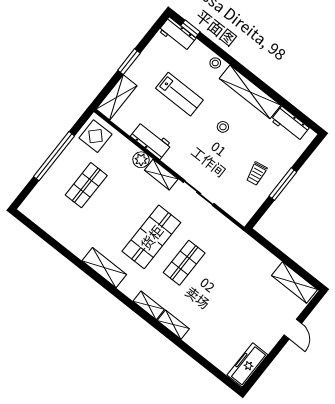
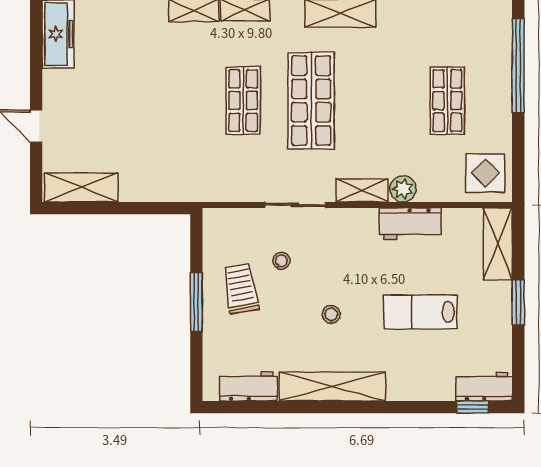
stool: (215, 63) -> (281, 261), moved
window: (54, 156) -> (518, 66), moved
trolley: (257, 174) -> (241, 289), width x1.36, depth x1.39

